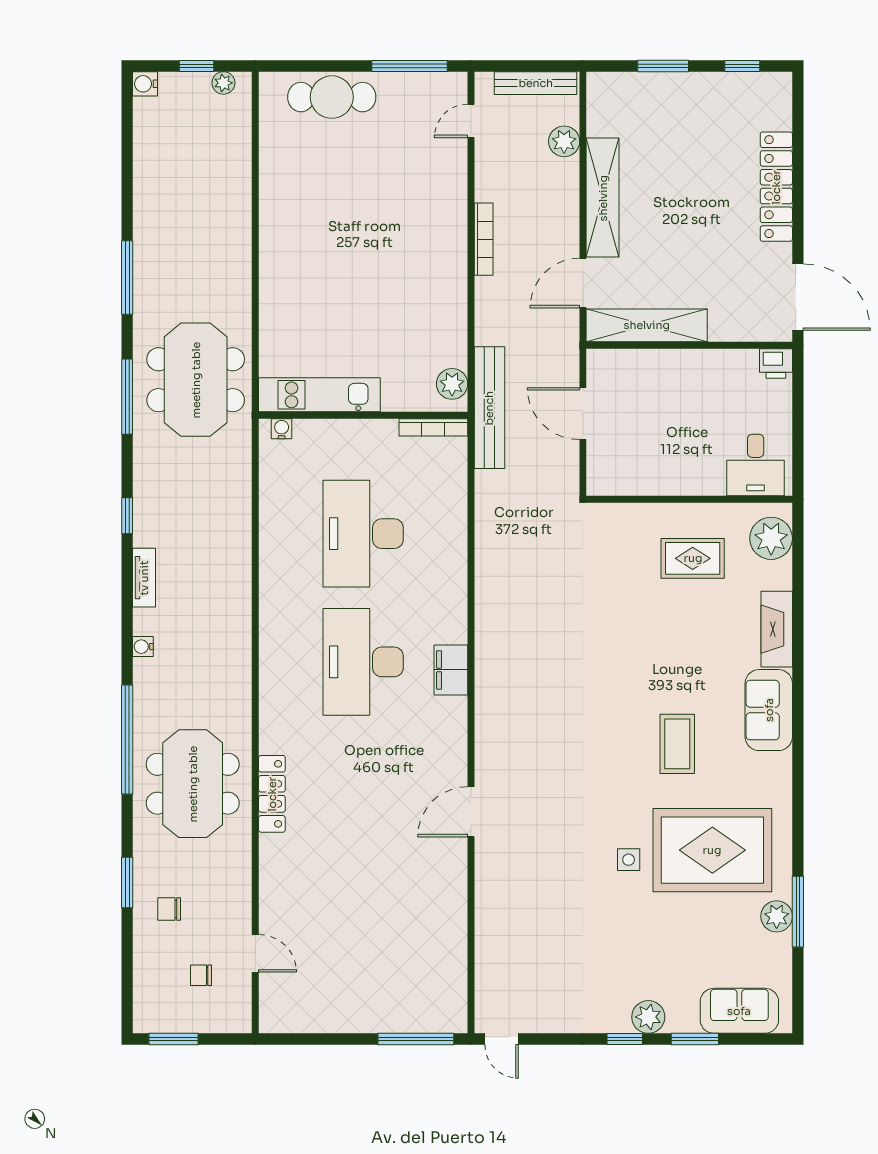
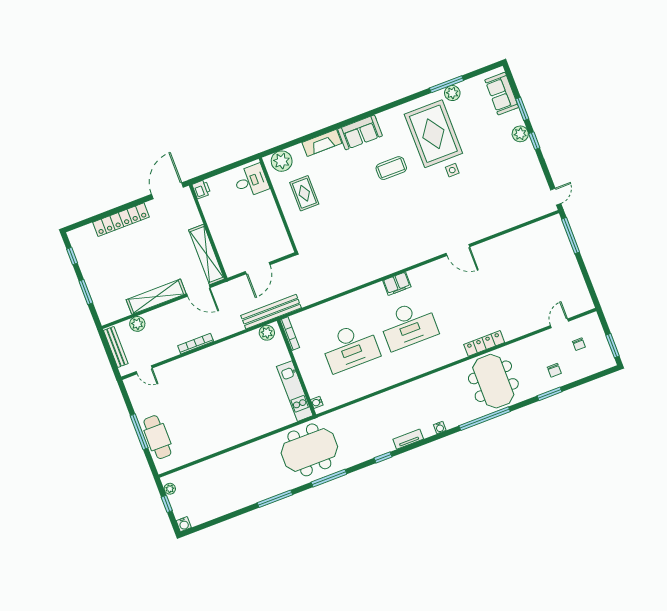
window: (410, 66) -> (139, 432), moved
meeting table: (193, 784) -> (493, 381), turned 90

